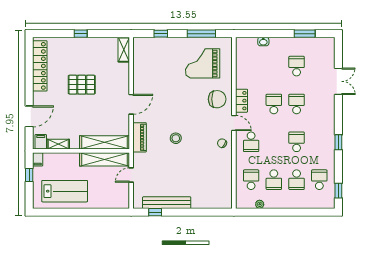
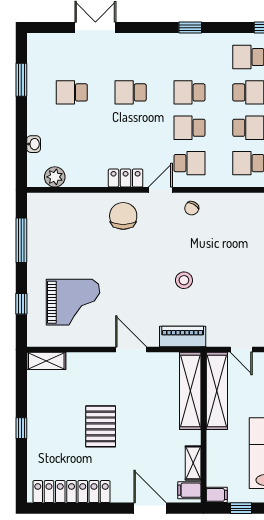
plant: (242, 55) -> (55, 177), added
grand piano: (203, 63) -> (73, 302), moved, turned -90
school desk: (274, 104) -> (189, 128), moved

